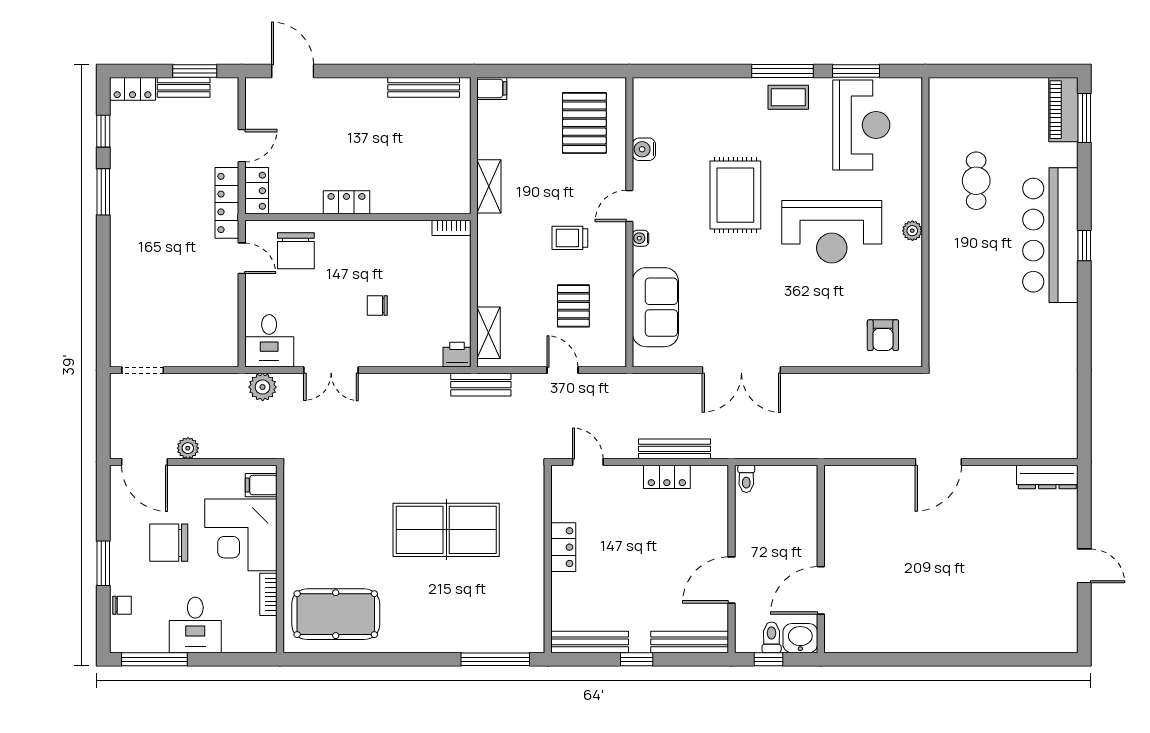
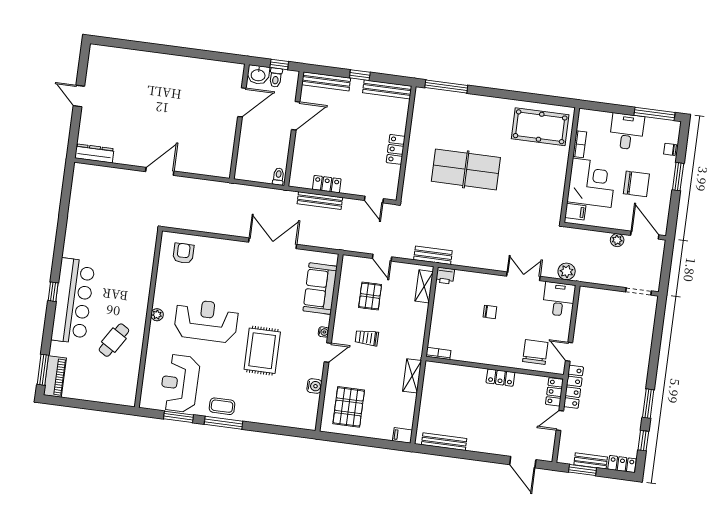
cafe table: (976, 181) -> (114, 340), turned 32
trolley: (570, 238) -> (367, 338), turned 180

